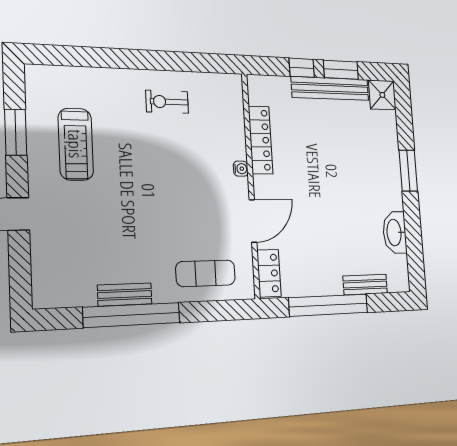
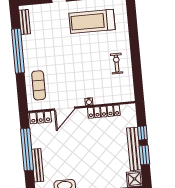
treadmill: (76, 144) -> (92, 21), width x1.37, depth x1.38
door: (253, 221) -> (65, 109), hinge flipped
bench: (365, 285) -> (38, 165), width x1.36
bench: (125, 294) -> (25, 22), moved

